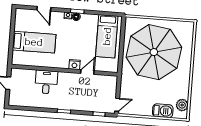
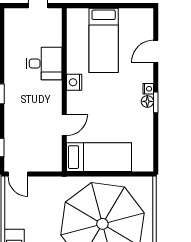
bed: (107, 36) -> (99, 157), moved, turned 180
nightstand: (74, 65) -> (74, 82), moved
door: (87, 72) -> (64, 125), hinge flipped

